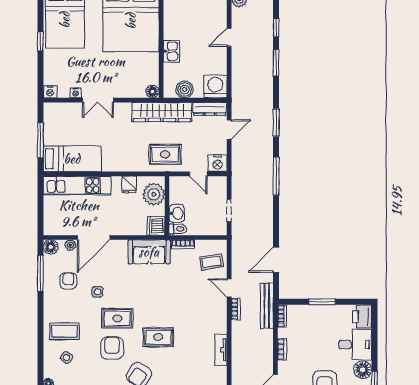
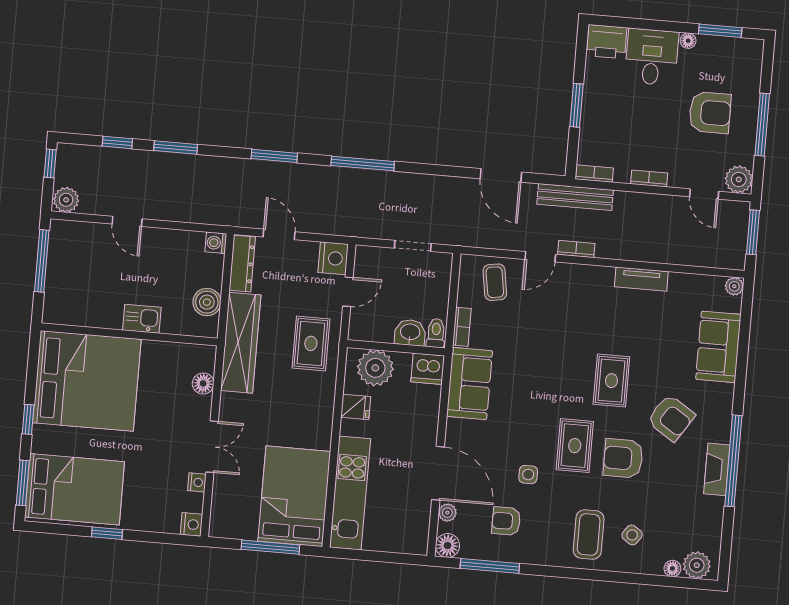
washing machine: (215, 86) -> (216, 243), width x0.53, depth x0.53
floor lamp: (153, 91) -> (203, 383), moved
bed: (72, 159) -> (294, 496), width x1.50
floor lamp: (363, 370) -> (688, 41), width x0.53, depth x0.53

